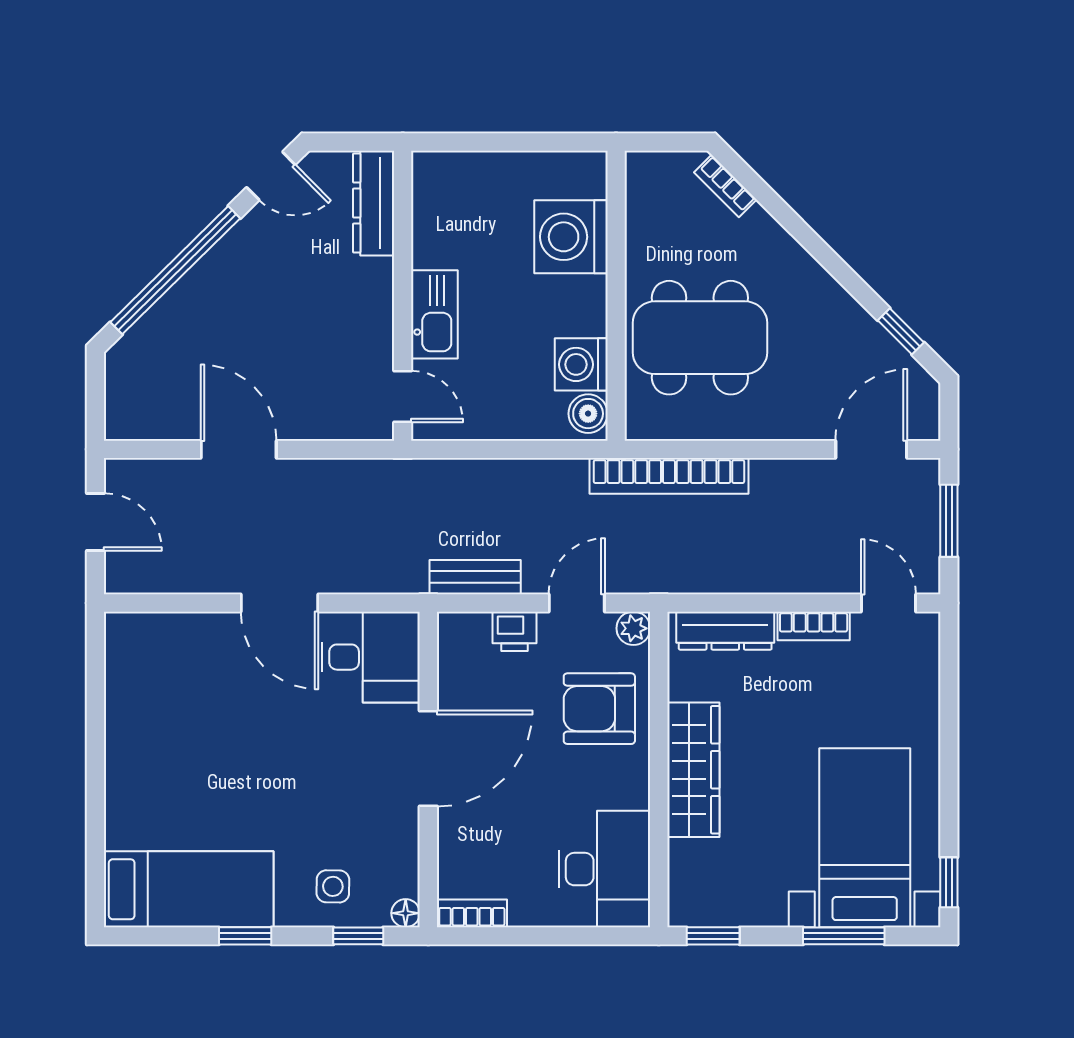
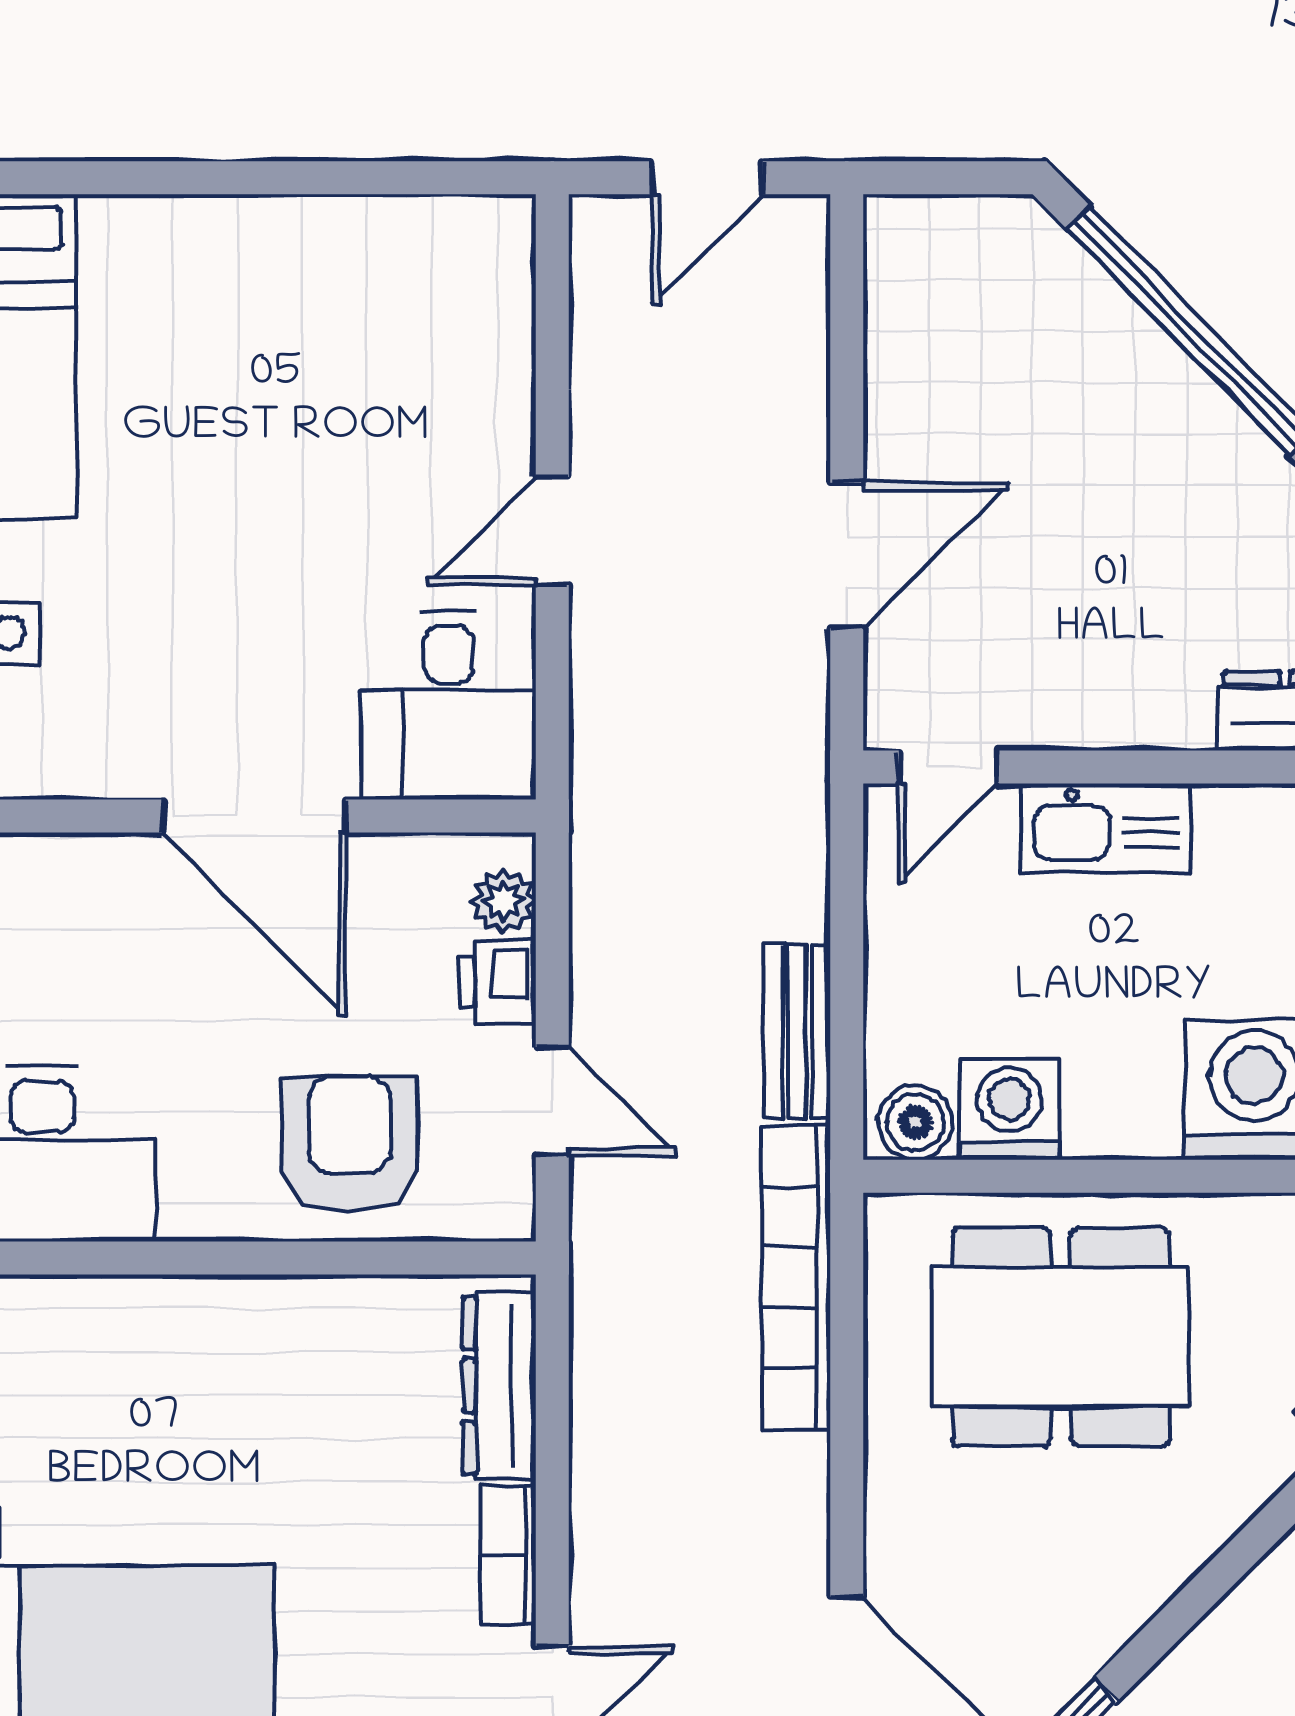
dining table: (700, 338) -> (1061, 1337), turned 90
door: (239, 449) -> (847, 555), moved
bench: (475, 577) -> (797, 1032), moved
door: (280, 603) -> (552, 531), width x0.73
plant: (633, 628) -> (504, 901), moved
wardrobe: (693, 770) -> (233, 1324), removed

